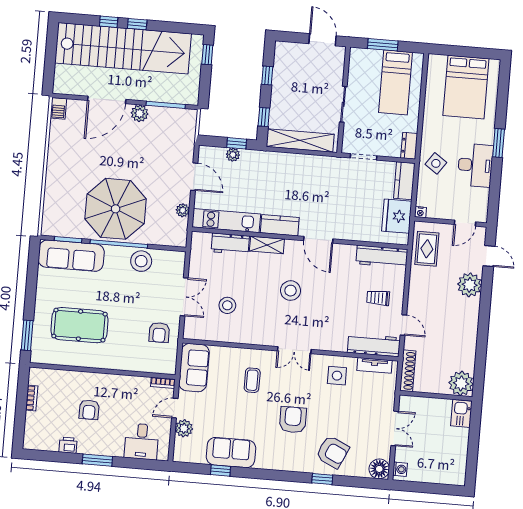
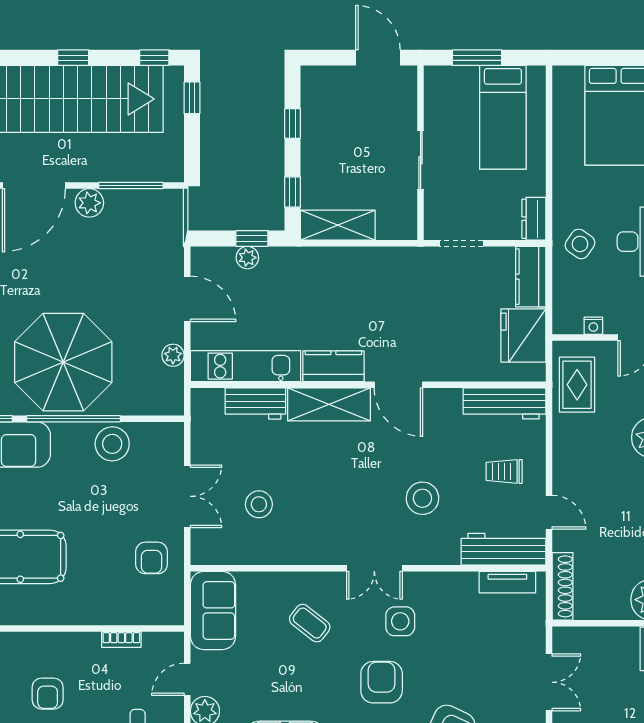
window: (109, 22) -> (154, 58), moved
shelving: (300, 140) -> (338, 225), width x0.68
nightstand: (420, 212) -> (593, 326), moved
shelving: (267, 245) -> (329, 404), width x1.50, depth x1.33
stool: (291, 291) -> (422, 498), moved
side table: (337, 376) -> (400, 621), moved
coffee table: (252, 380) -> (310, 623), turned -52
bookcase: (163, 383) -> (121, 640), moved

